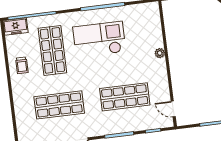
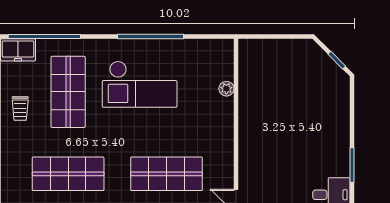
checkout: (99, 39) -> (140, 84), turned 180
plant: (160, 53) -> (226, 89), moved

